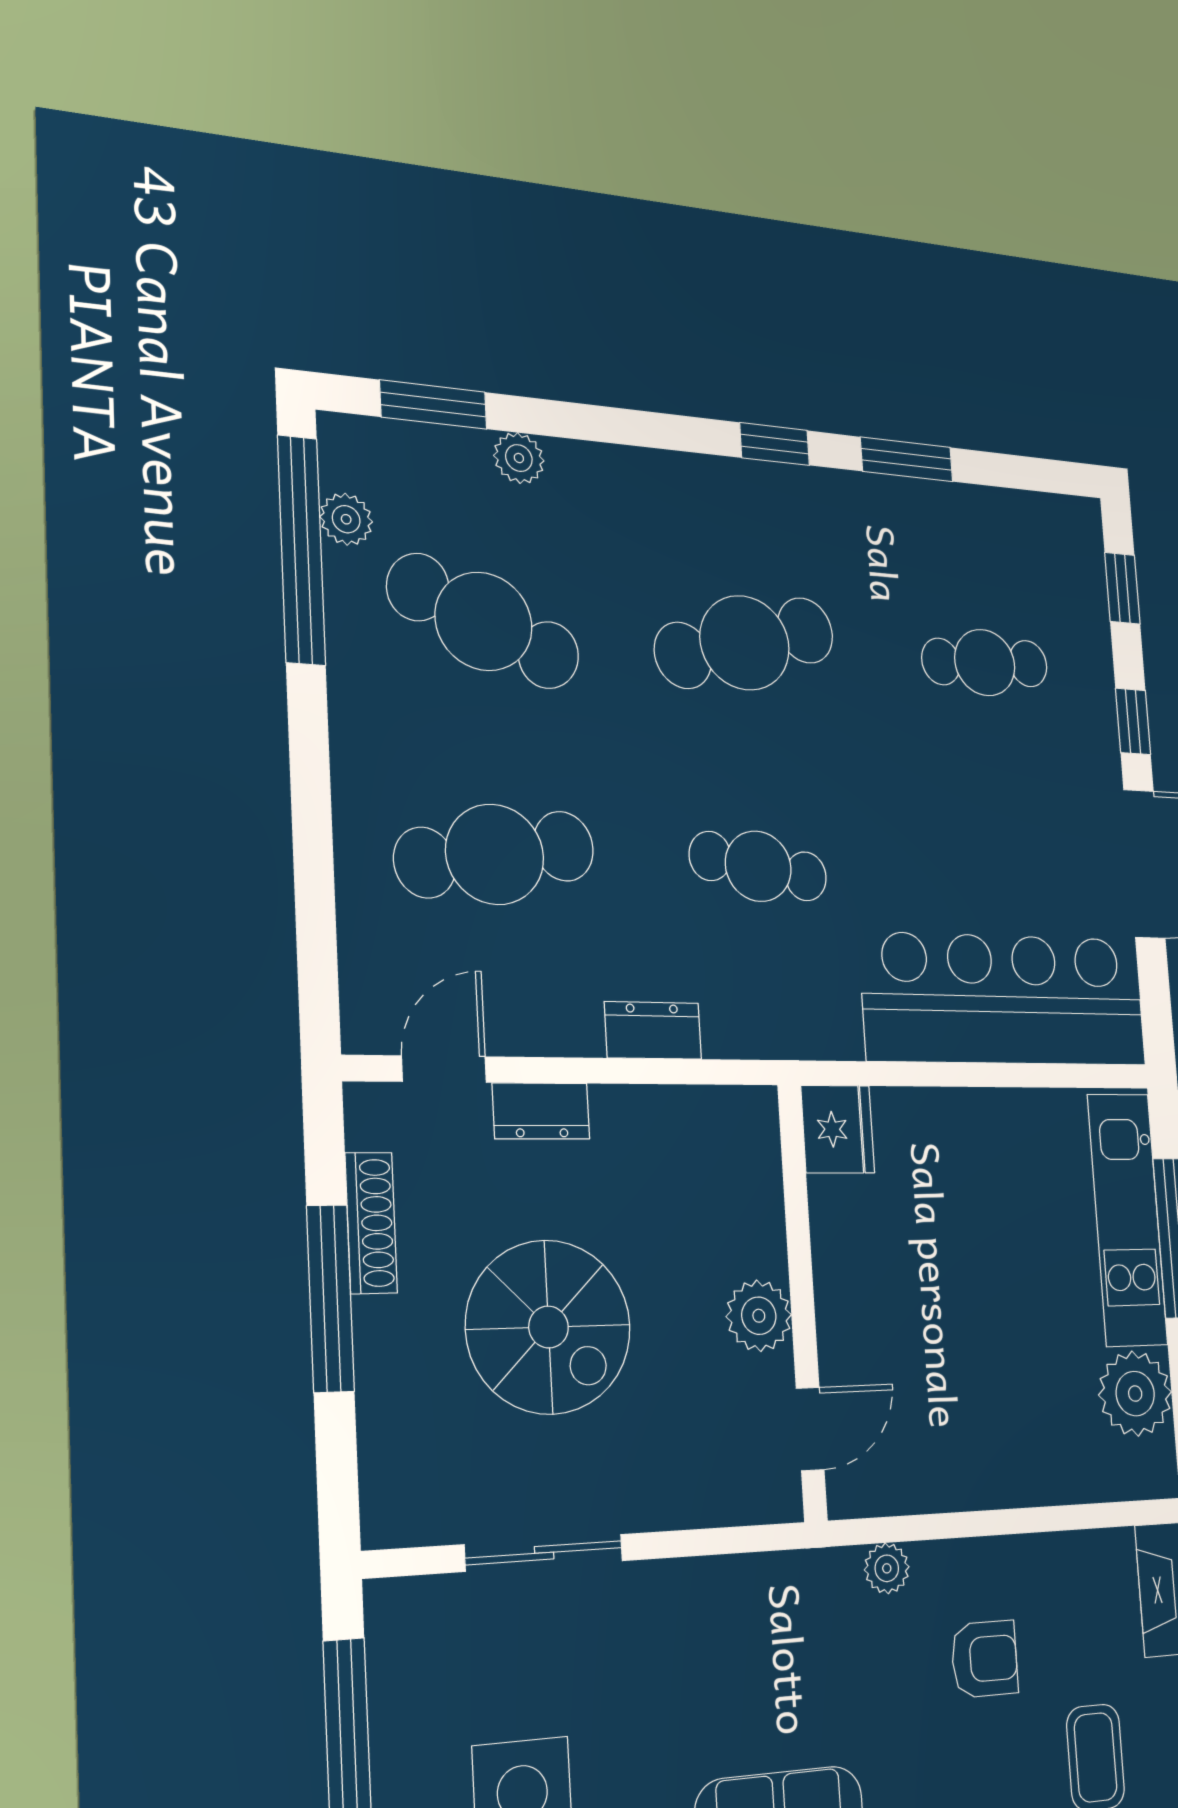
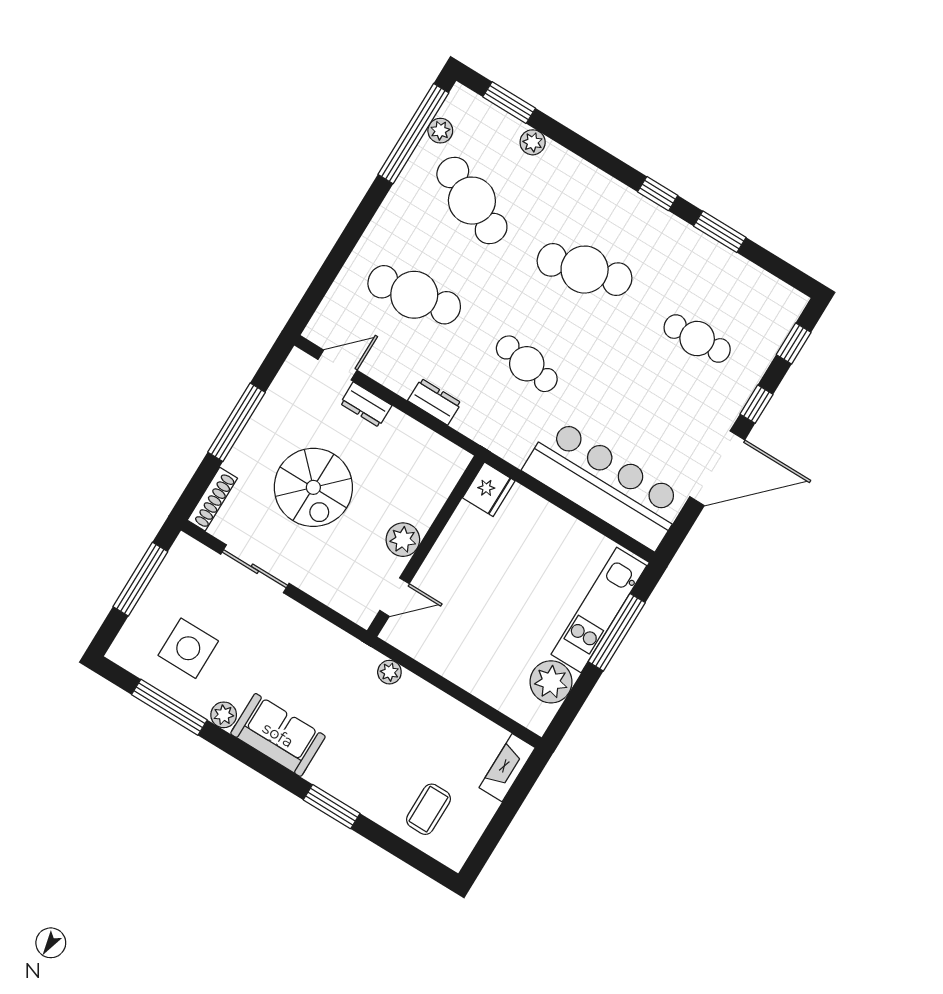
shoe rack: (371, 1223) -> (212, 499), moved
armchair: (985, 1659) -> (407, 736), removed

